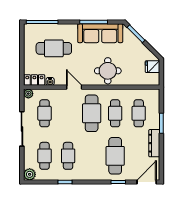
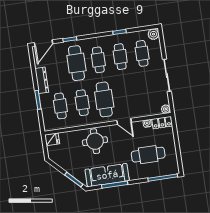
fridge: (152, 67) -> (52, 139), moved
cafe table: (45, 113) -> (98, 60), moved

